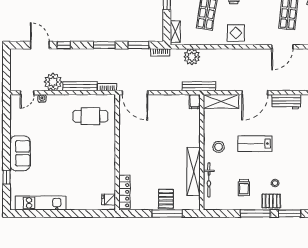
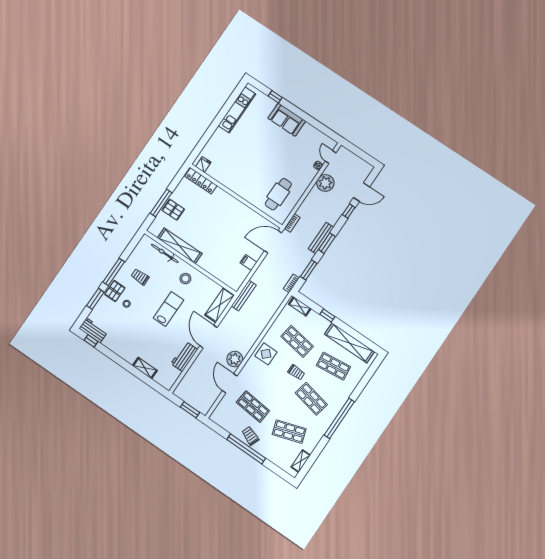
plant: (192, 57) -> (235, 359), moved
bench: (80, 86) -> (321, 238), moved
filing cabinet: (195, 102) -> (249, 262), moved

